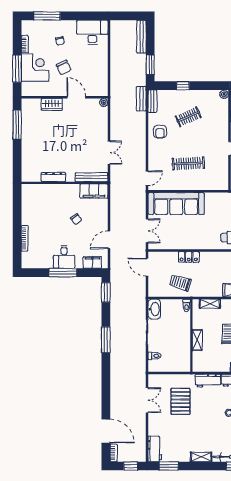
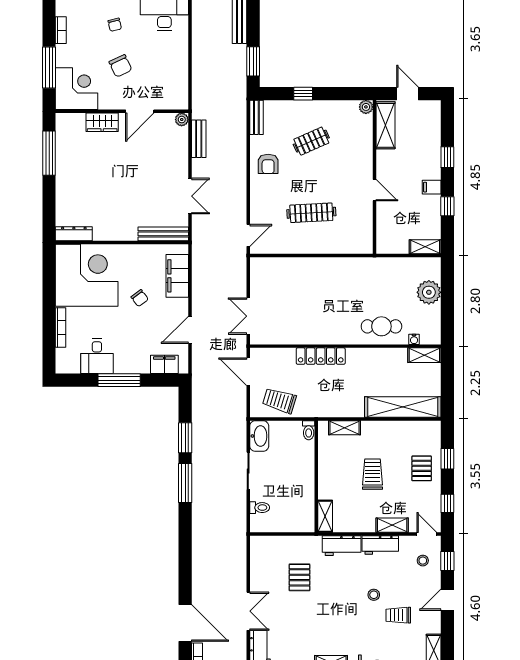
corner desk: (35, 68) -> (77, 89), moved
door: (76, 97) -> (140, 111), swing flipped
bench: (141, 99) -> (199, 139), moved
dresser: (53, 177) -> (74, 234), moved
filing cabinet: (94, 191) -> (177, 276), moved, turned 90
sofa: (176, 203) -> (293, 274), removed
corner desk: (42, 204) -> (87, 275), added
double door: (147, 231) -> (248, 316), swing flipped
desk: (64, 257) -> (97, 356), moved
locker: (189, 257) -> (321, 356), width x1.53
trolley: (180, 283) -> (279, 401), moved
window: (106, 292) -> (185, 438), moved
shelving: (197, 340) -> (325, 516), moved
double door: (147, 400) -> (248, 611), moved
pallet: (181, 401) -> (299, 577), width x0.67, depth x0.71

